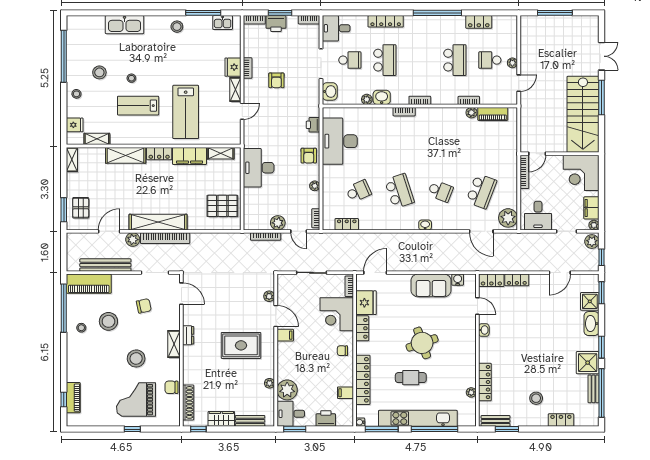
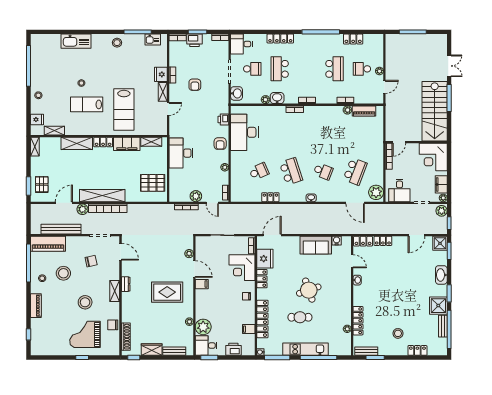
school desk: (385, 60) -> (280, 69), turned 180
stool: (99, 72) -> (56, 79), removed
locker: (347, 224) -> (270, 197), moved
shower: (590, 301) -> (440, 243), moved
piano: (73, 398) -> (36, 306), moved
kitchen unit: (418, 418) -> (305, 349), width x0.73

